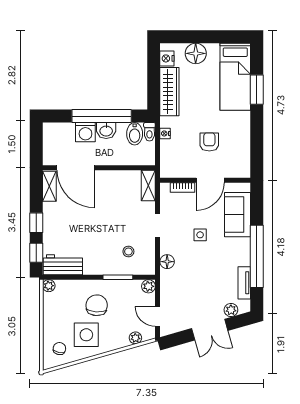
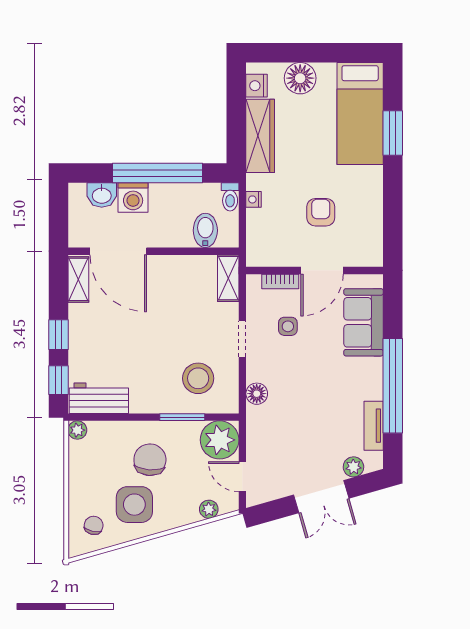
washbasin: (106, 131) -> (102, 195), moved
bidet: (135, 134) -> (205, 230), moved, turned 180
side table: (200, 235) -> (288, 326), moved
stool: (128, 251) -> (198, 378), width x1.89, depth x1.89
plant: (148, 286) -> (220, 440), width x1.87, depth x1.87

